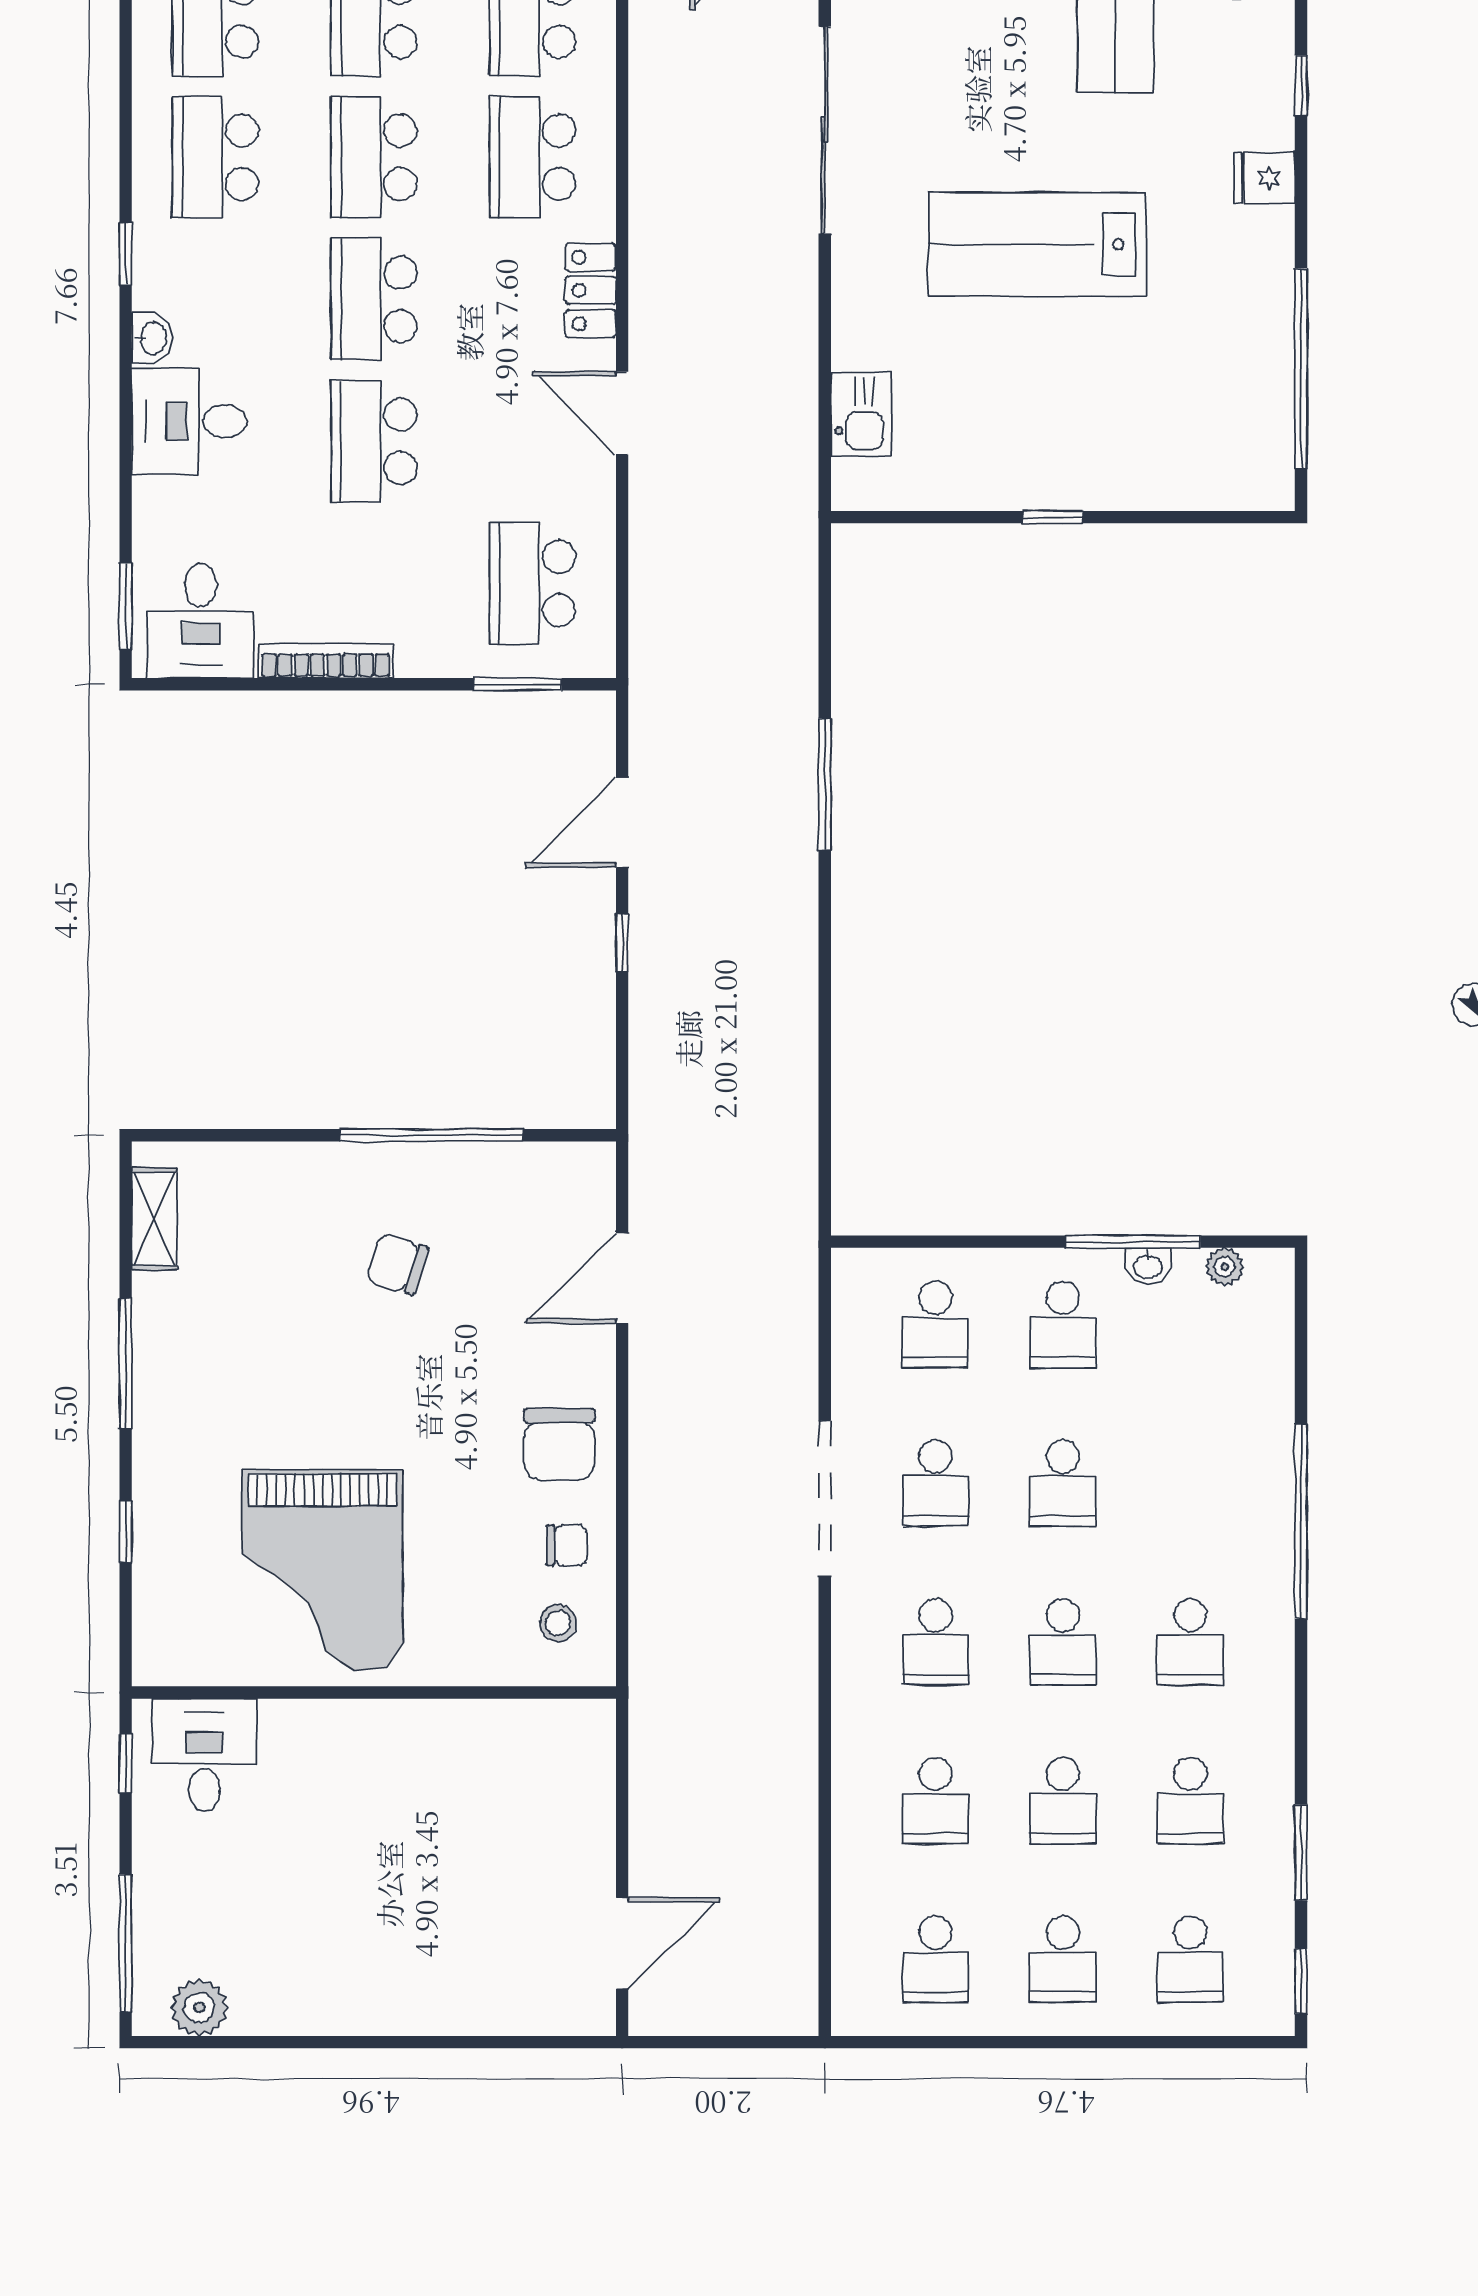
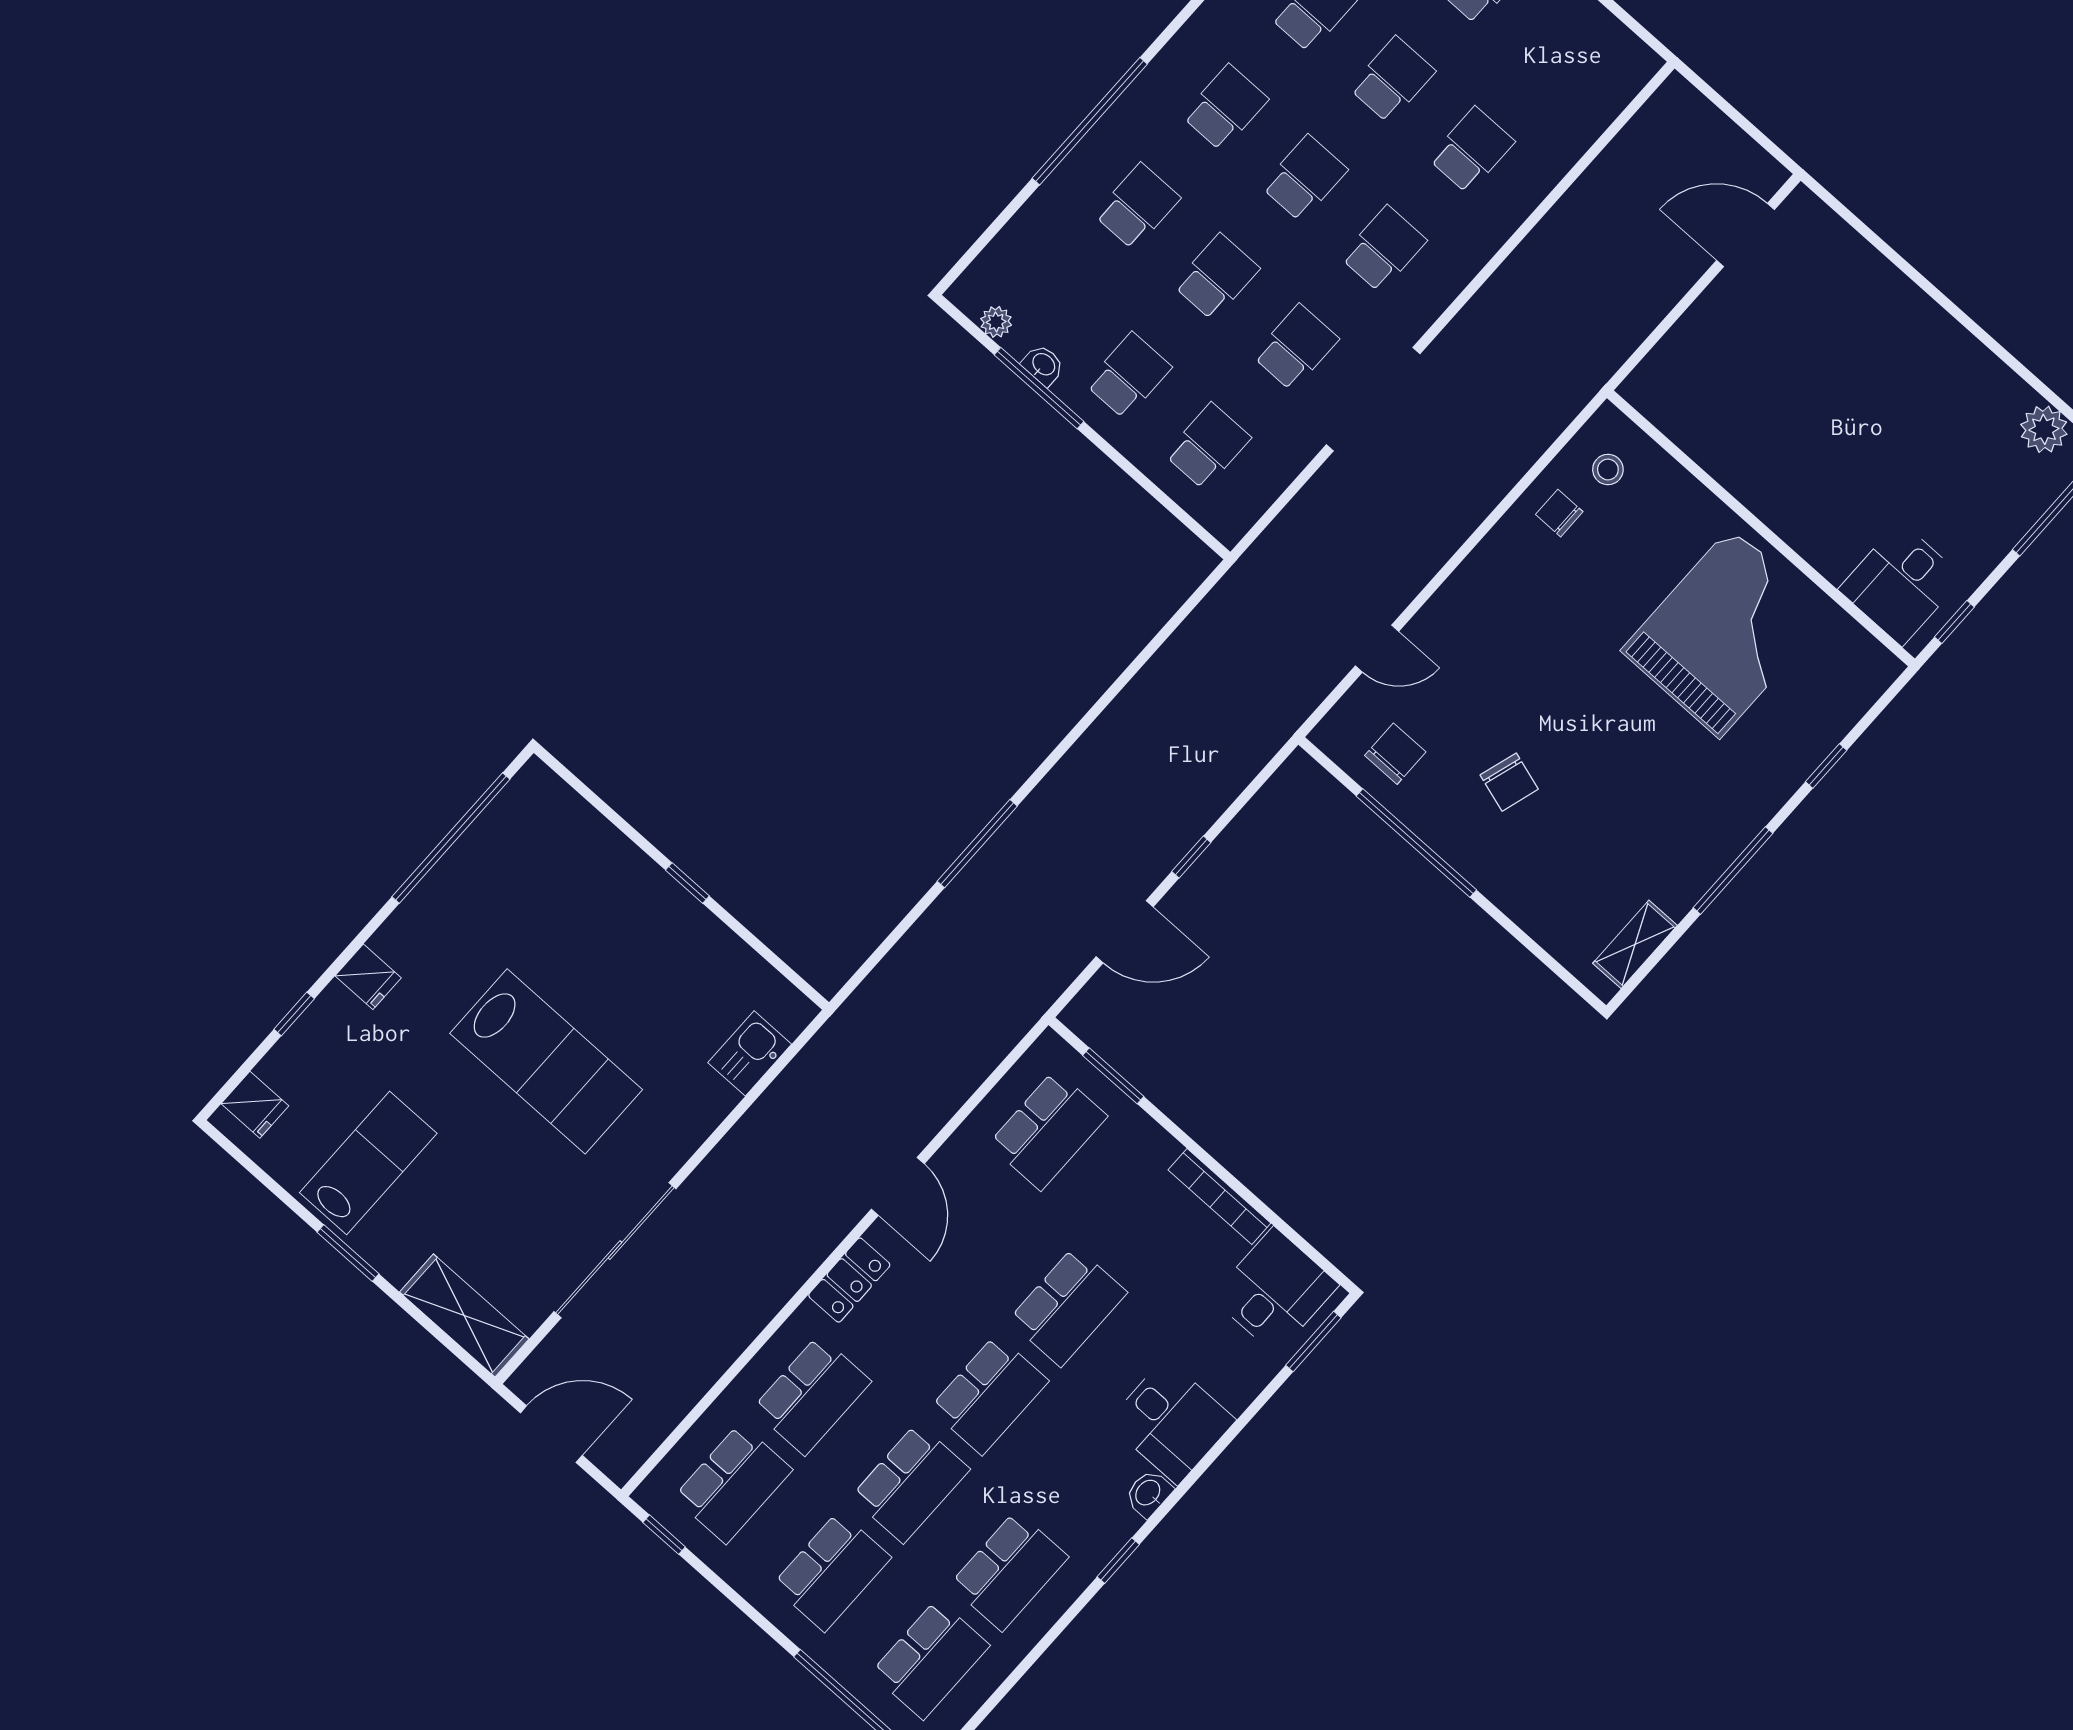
door: (622, 1278) -> (1377, 649), width x0.73
chair: (559, 1444) -> (1395, 754), moved, width x0.73, depth x0.73
school desk: (935, 1959) -> (1137, 206), moved

